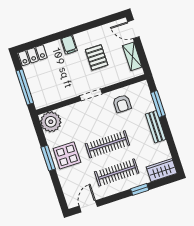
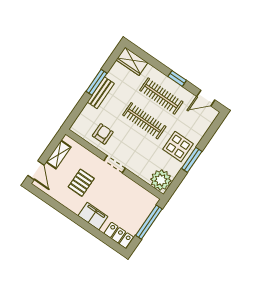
filing cabinet: (69, 45) -> (93, 216), width x2.00
window: (158, 104) -> (97, 82), moved
window: (140, 189) -> (177, 78), moved

